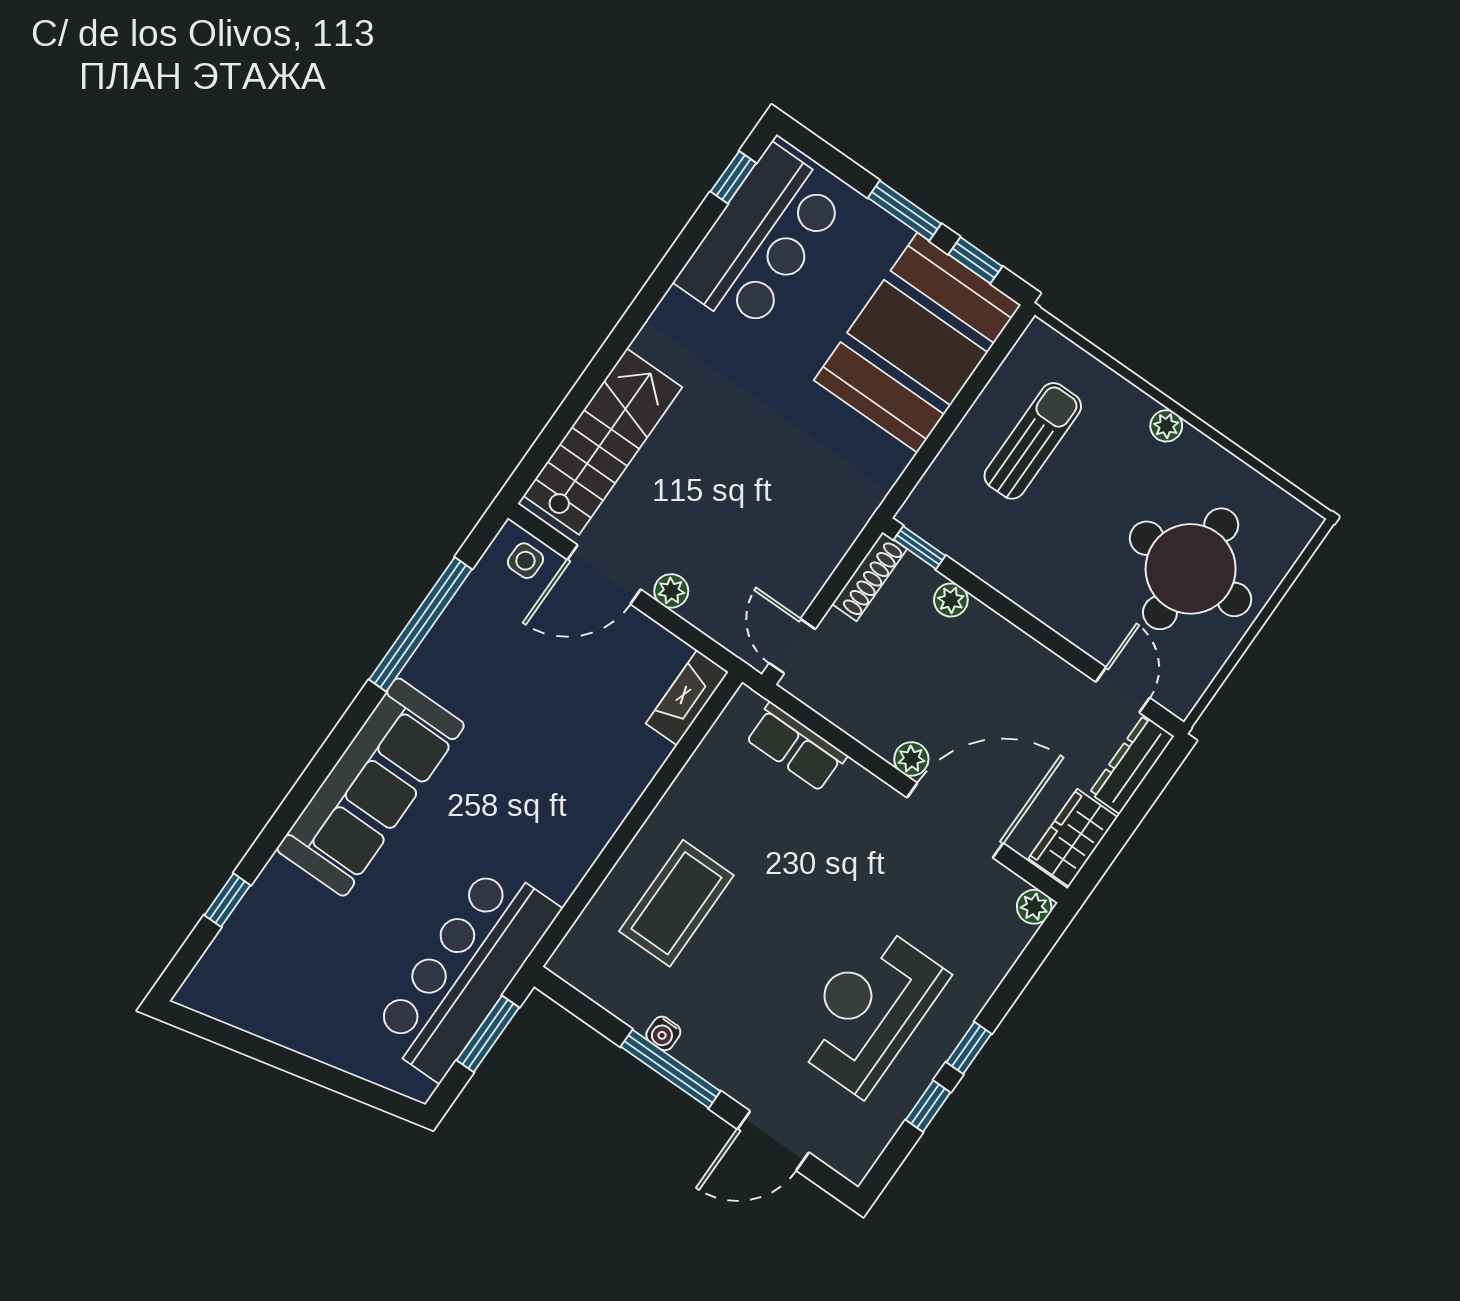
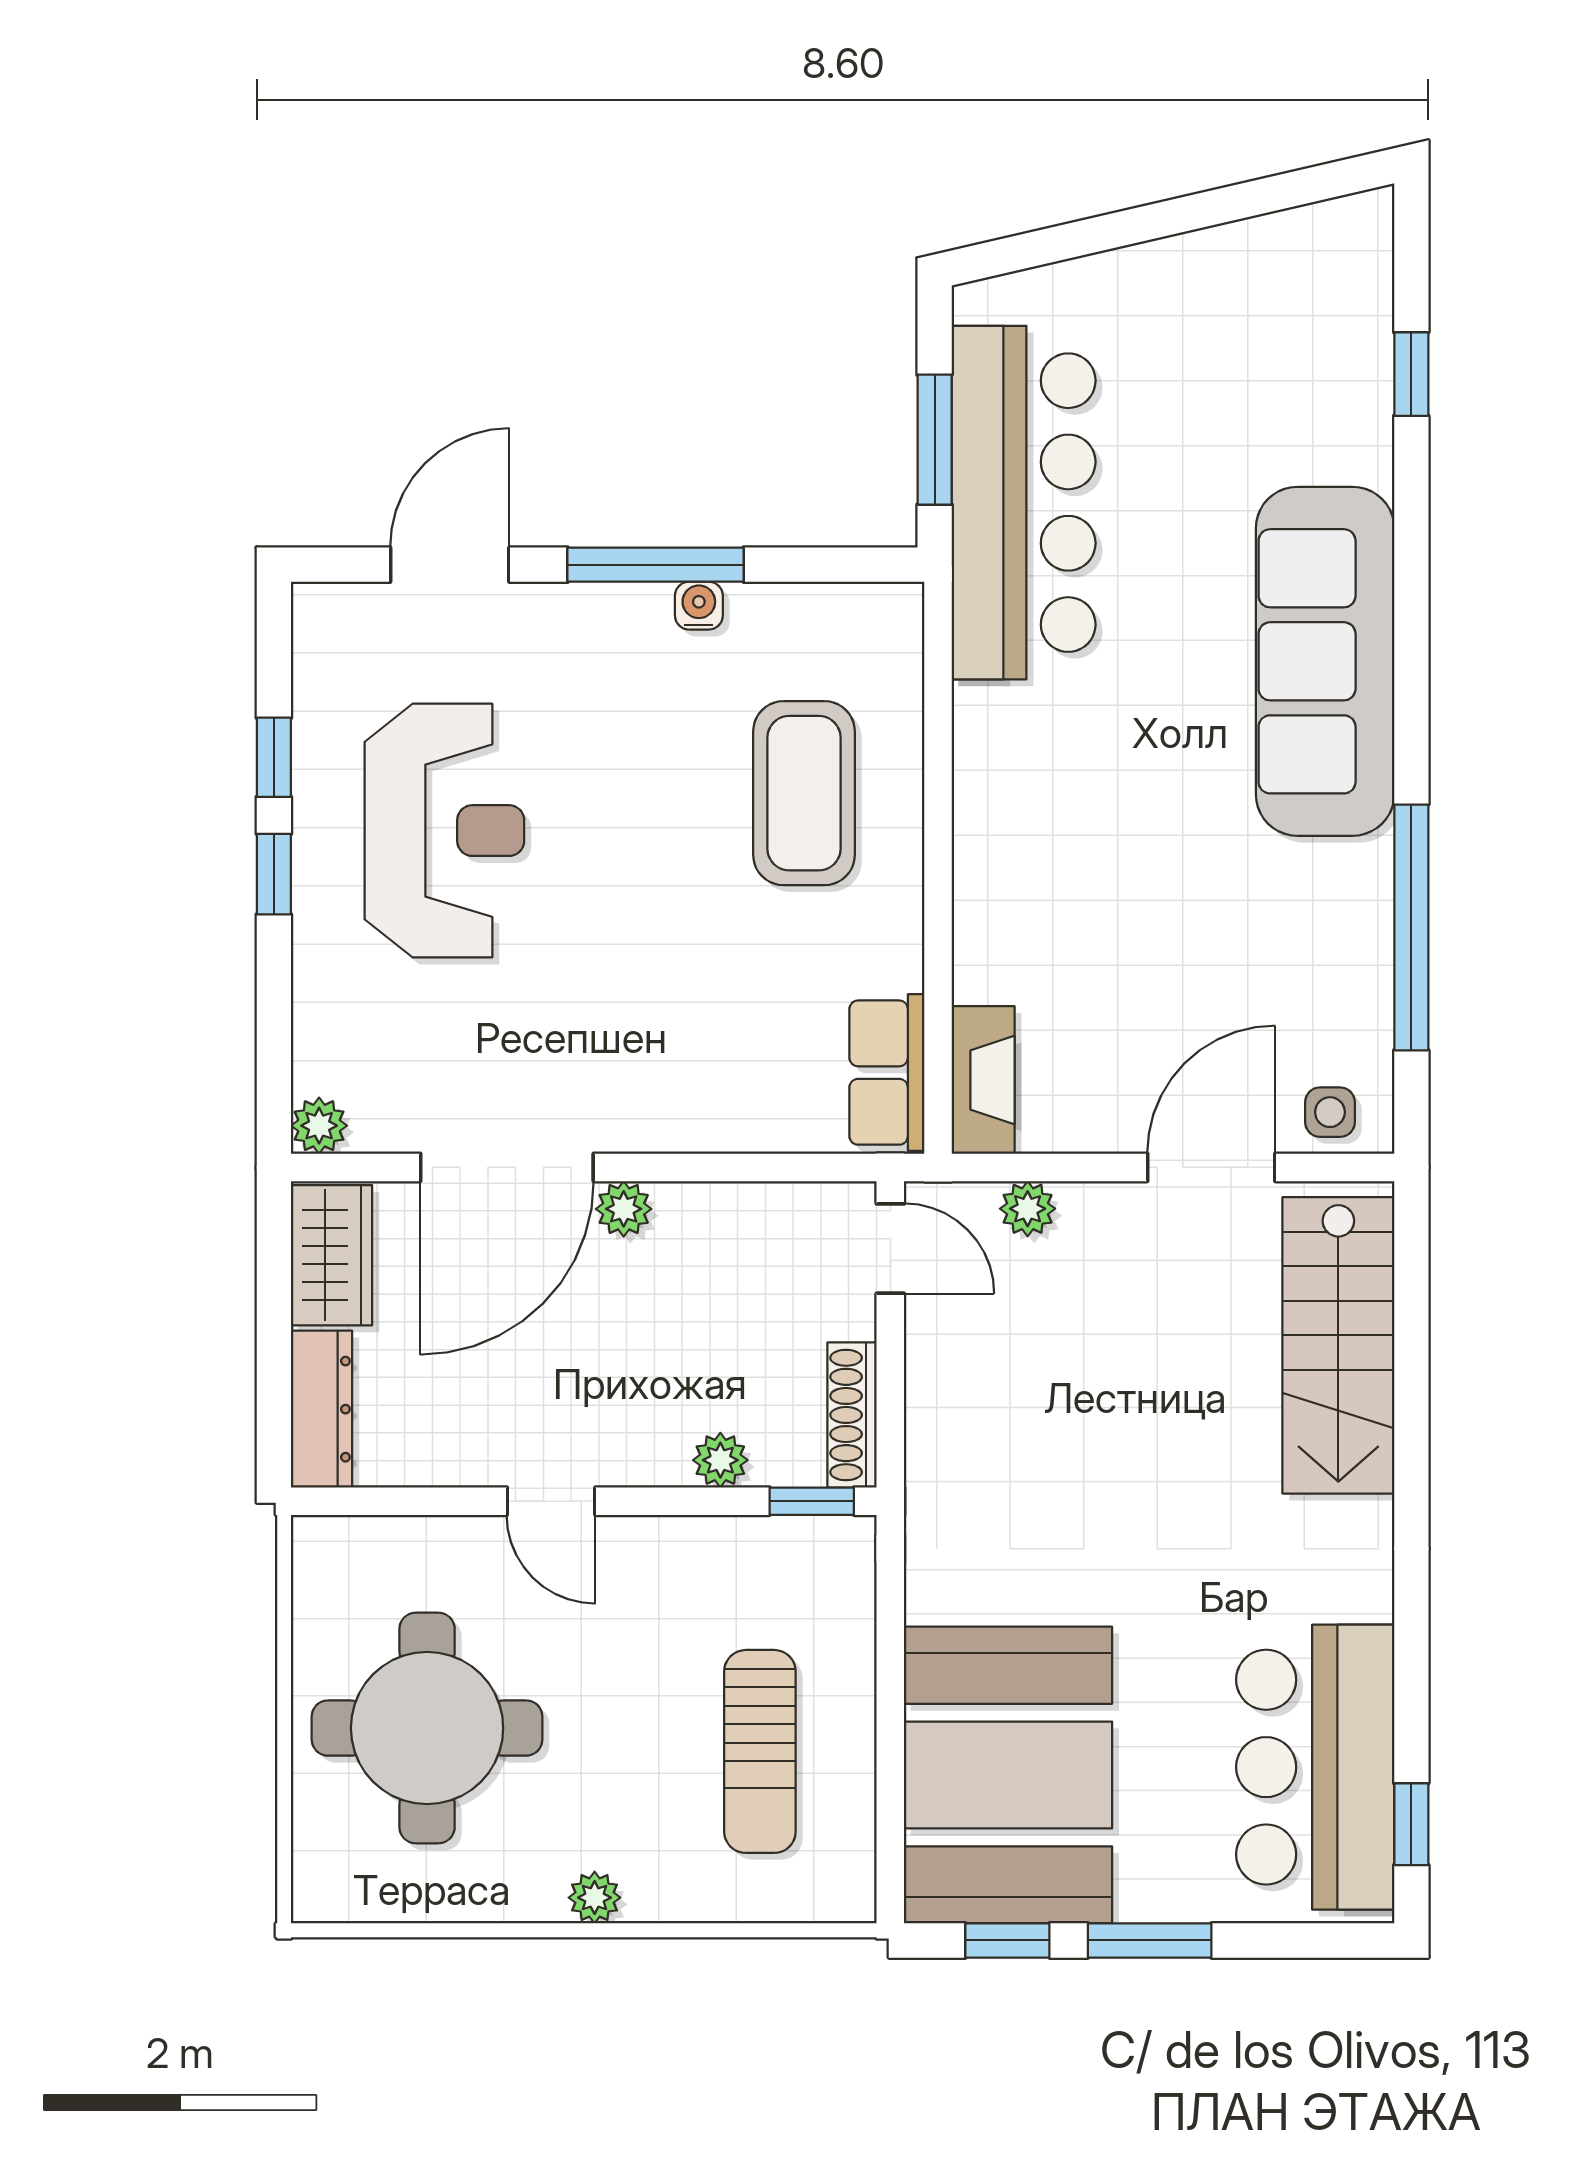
plant: (671, 591) -> (1028, 1209), moved
door: (1123, 690) -> (551, 1501), moved
row of seats: (796, 747) -> (887, 1073), moved, turned -90

